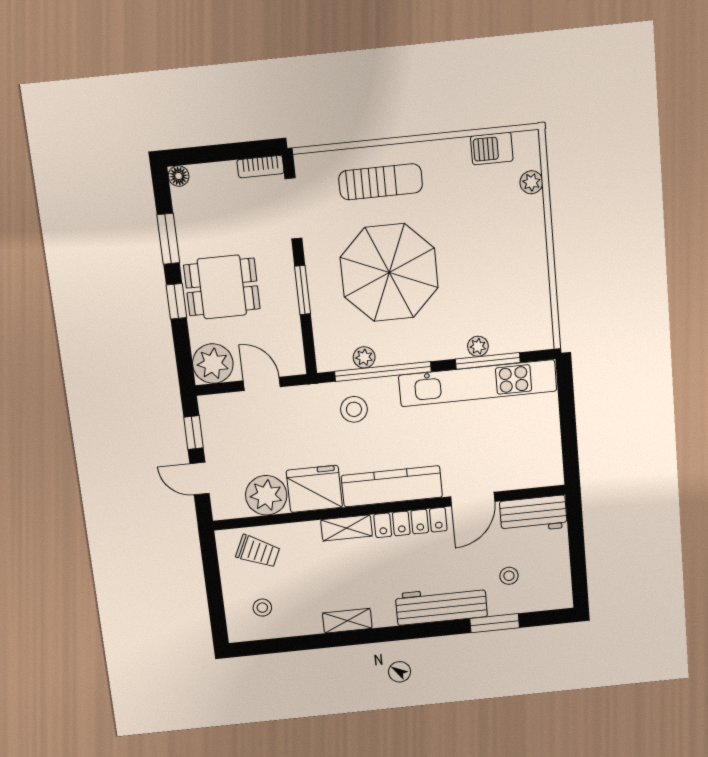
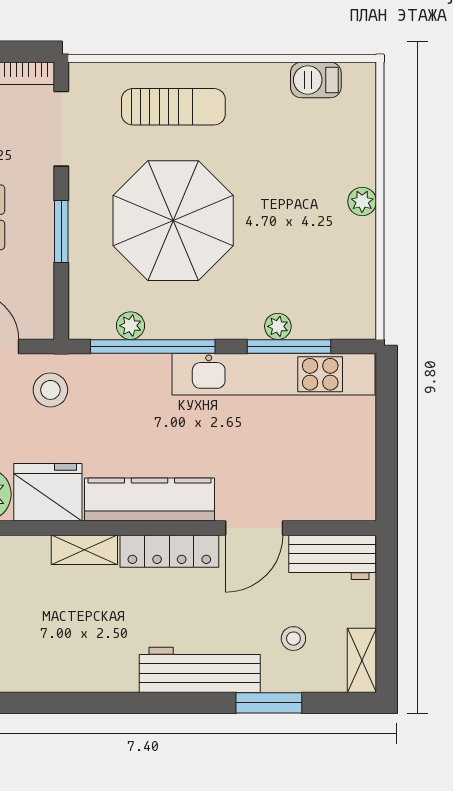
plant: (531, 182) -> (362, 201), moved
stool: (354, 409) -> (50, 390), moved
shelving: (347, 621) -> (362, 660), moved, turned 90

